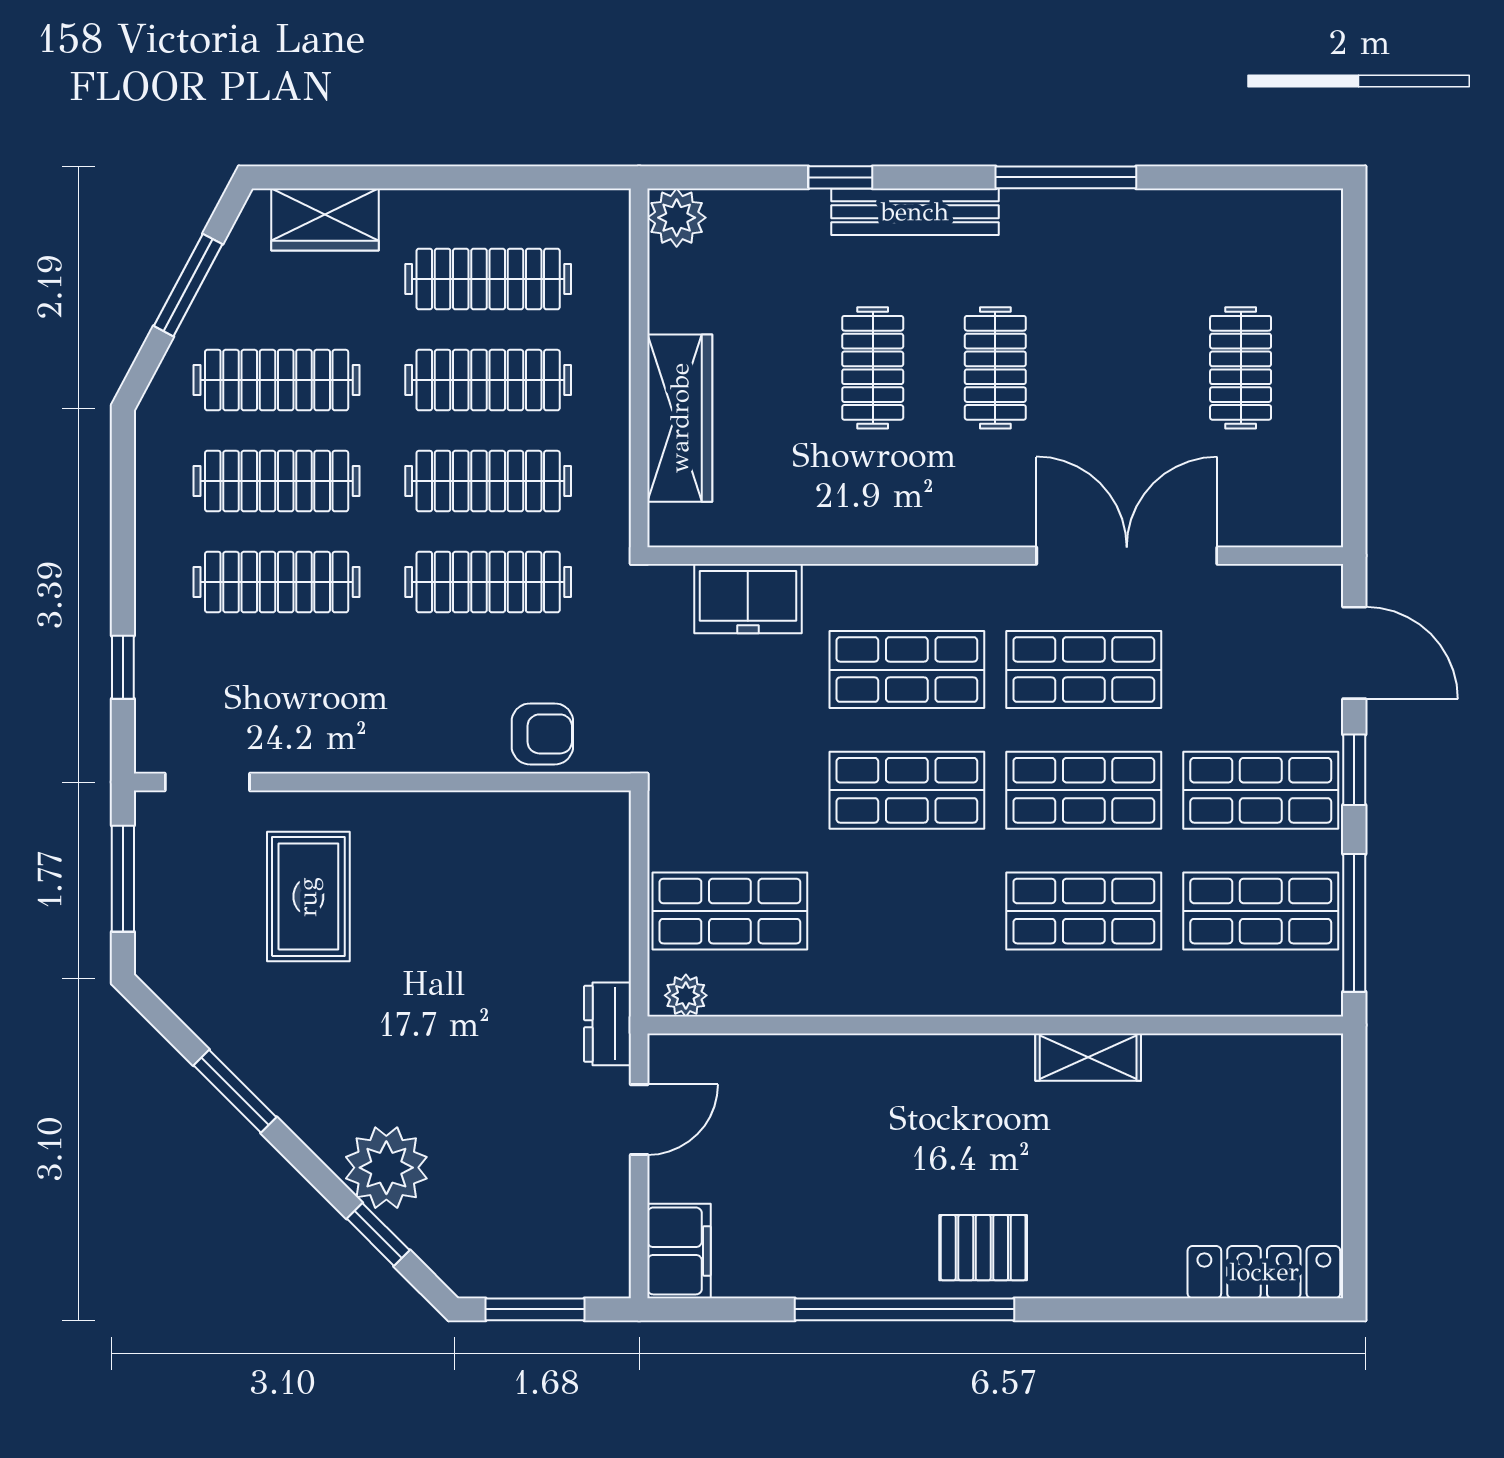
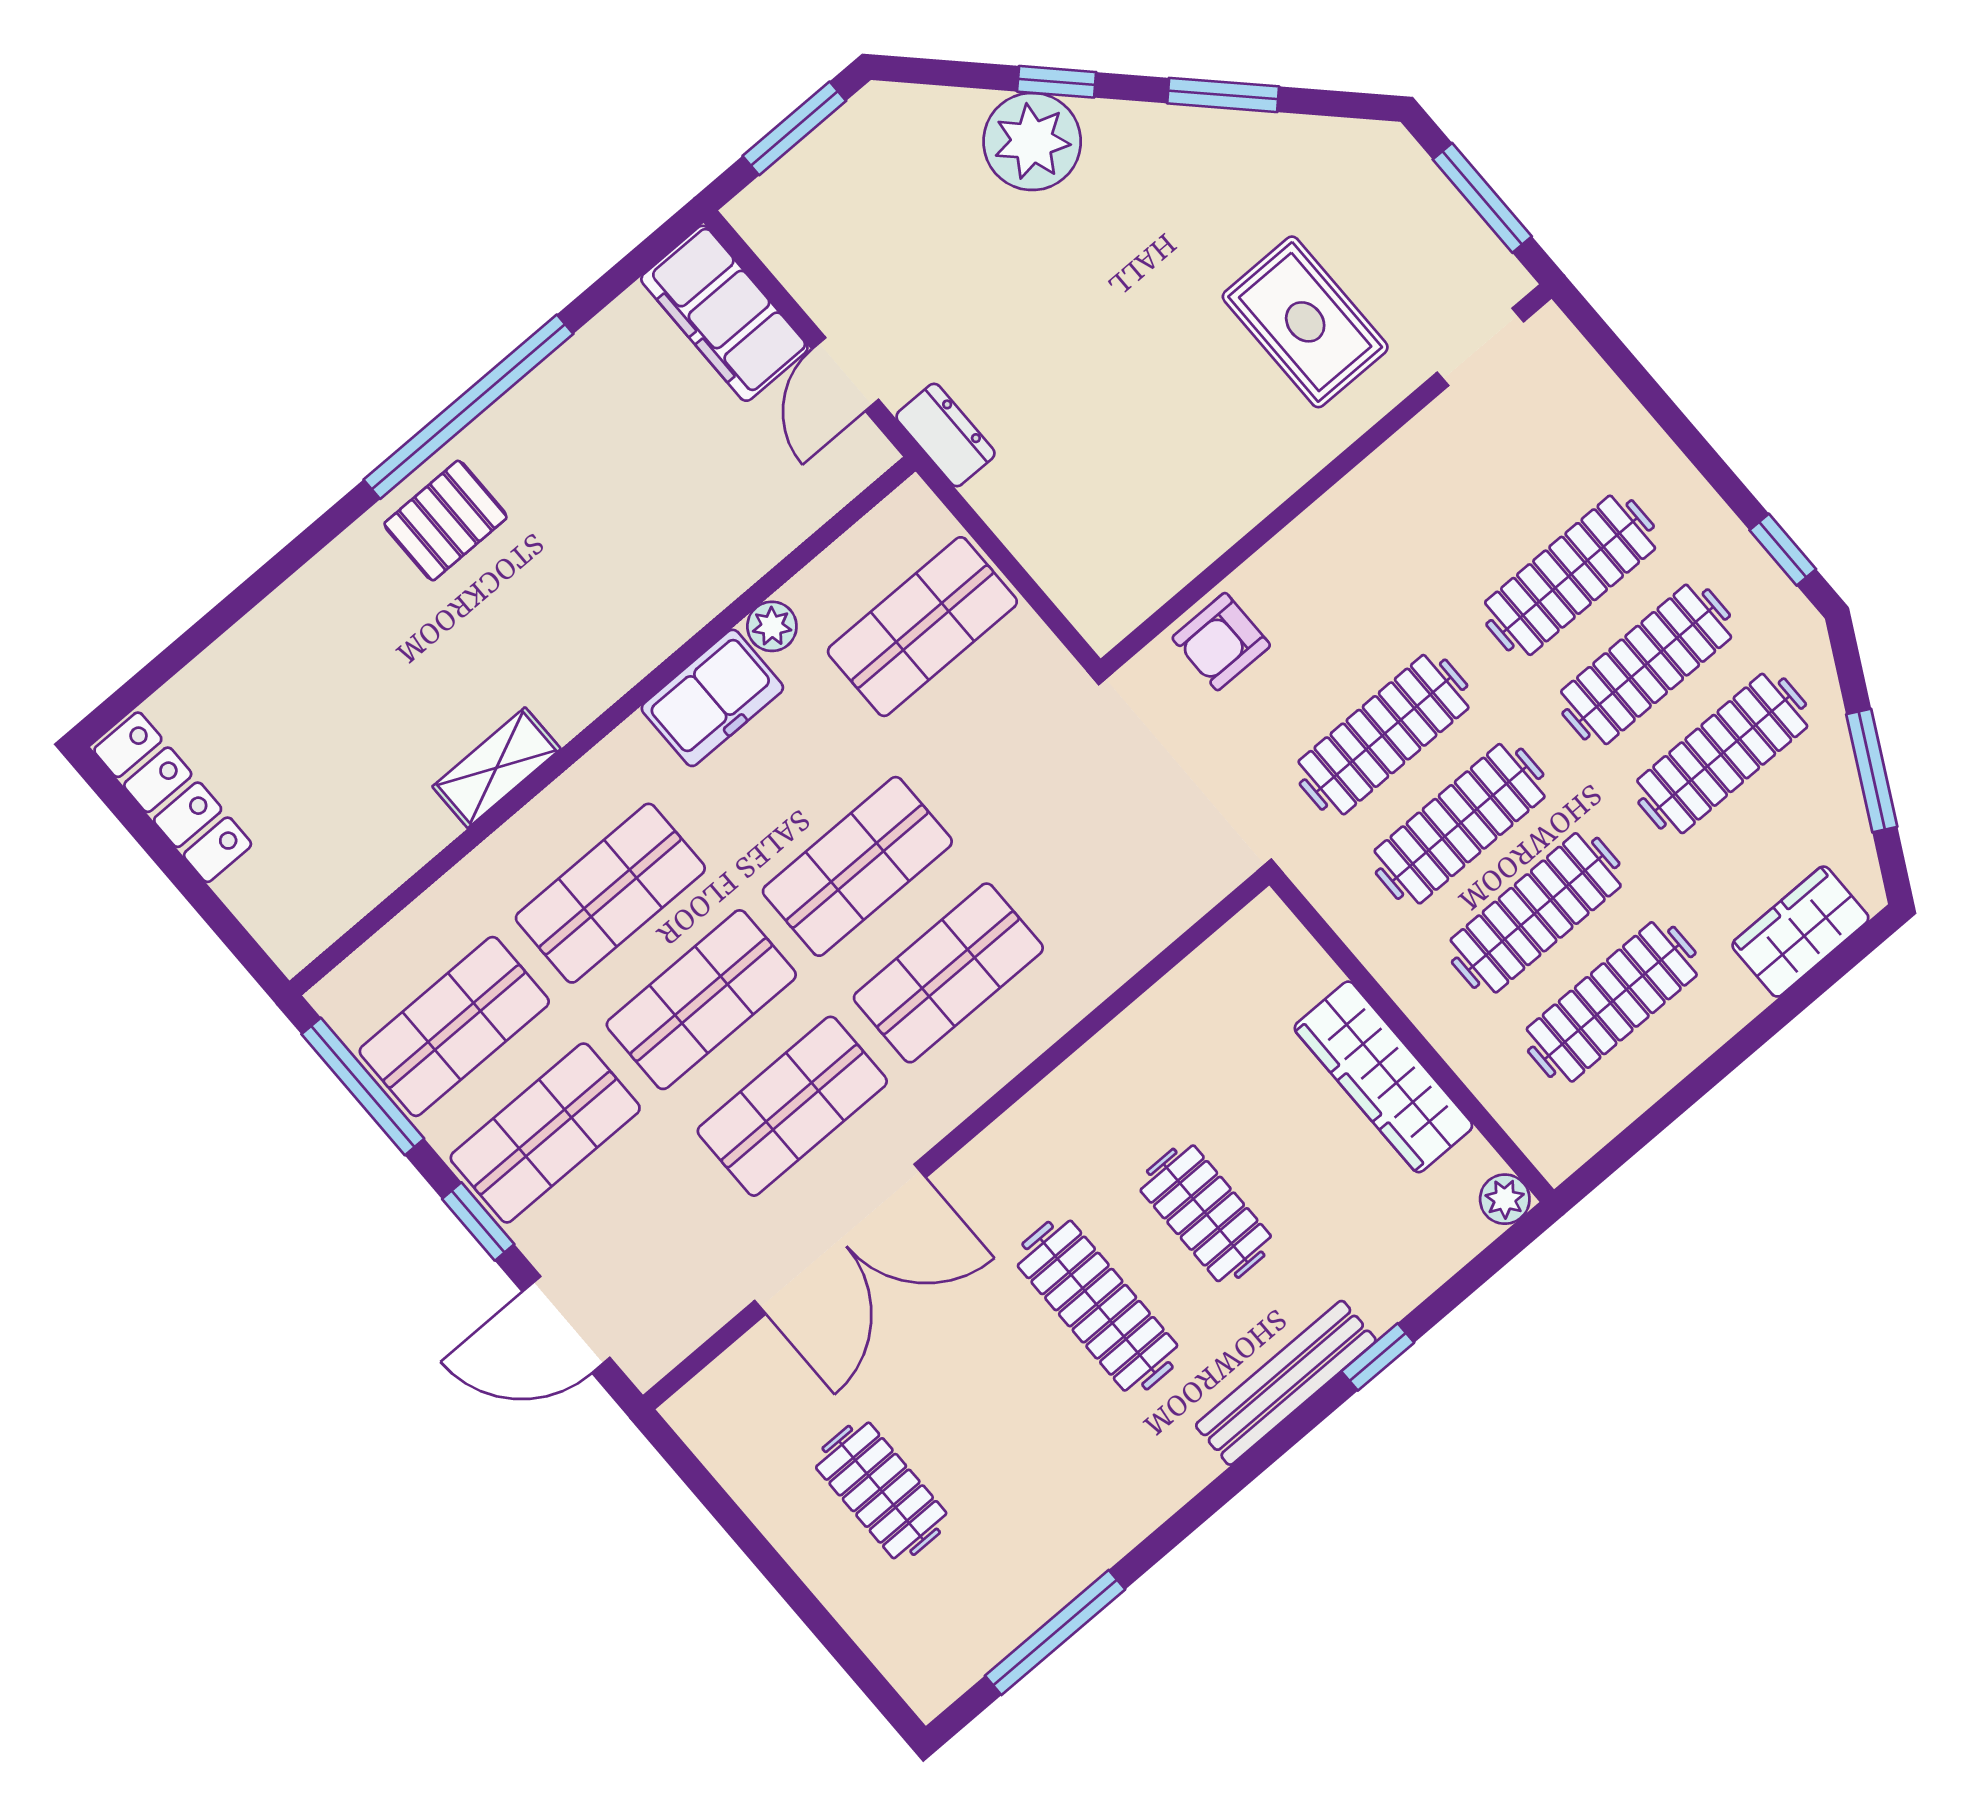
window: (1066, 177) -> (1055, 1632), moved
plant: (677, 218) -> (1505, 1199), width x0.73, depth x0.73
clothes rail: (995, 368) -> (1098, 1306), width x1.36
wardrobe: (680, 418) -> (1383, 1077), moved
freezer: (748, 599) -> (712, 698), moved, turned 180
window: (123, 667) -> (1783, 550), moved
plant: (686, 995) -> (772, 626), moved
window: (378, 1234) -> (1057, 82), moved
filing cabinet: (679, 1251) -> (724, 313), width x1.50, depth x1.17
locker: (1264, 1272) -> (173, 797), moved, turned -90

